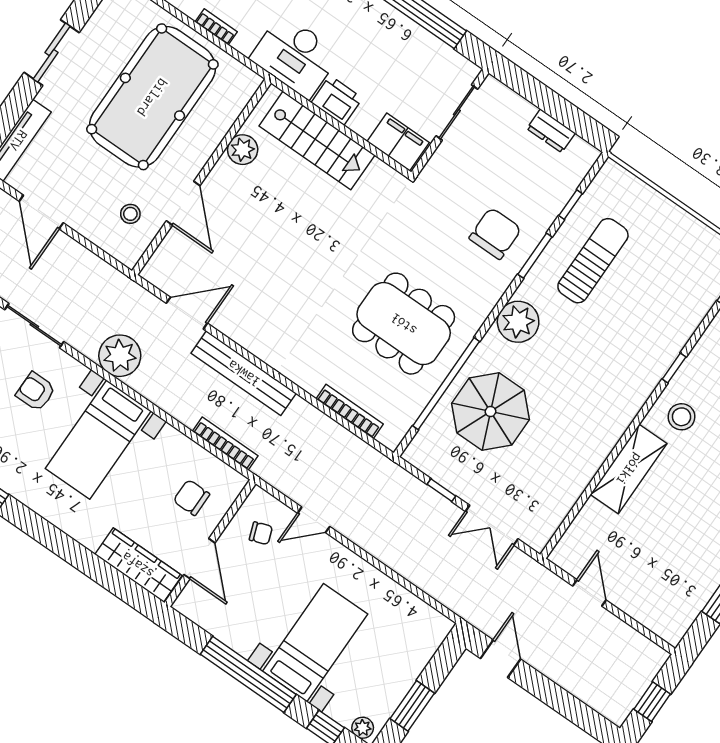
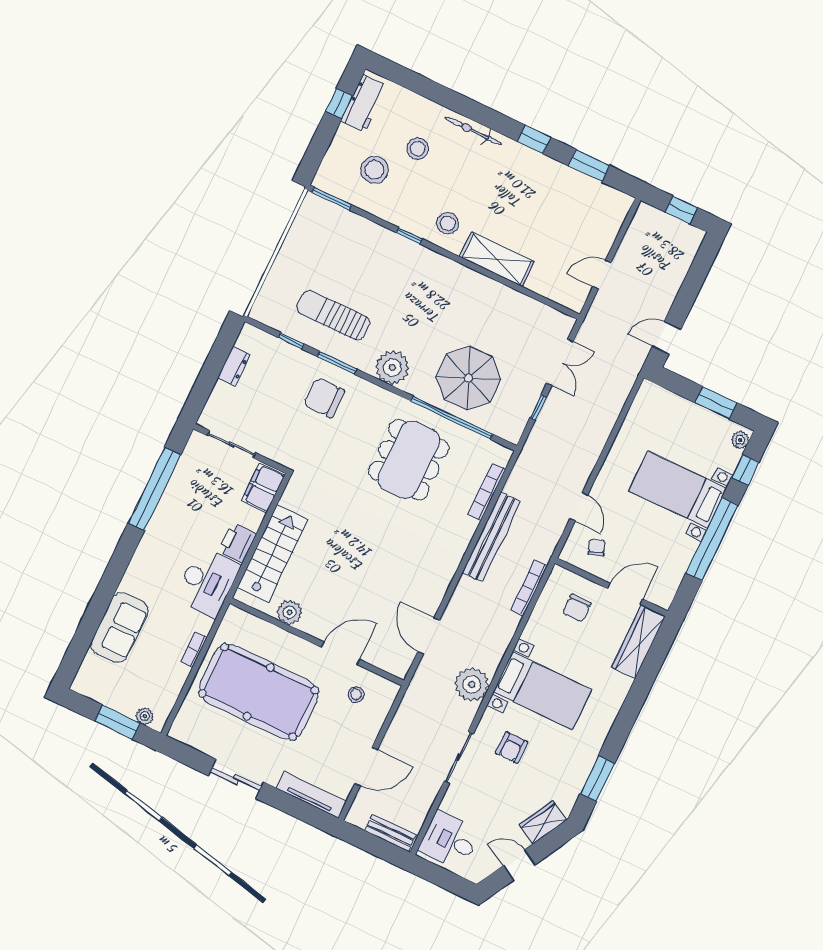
bench: (244, 373) -> (491, 537), moved

